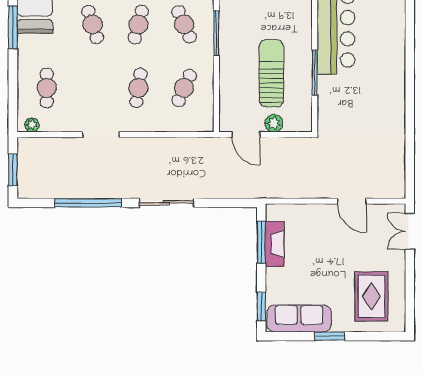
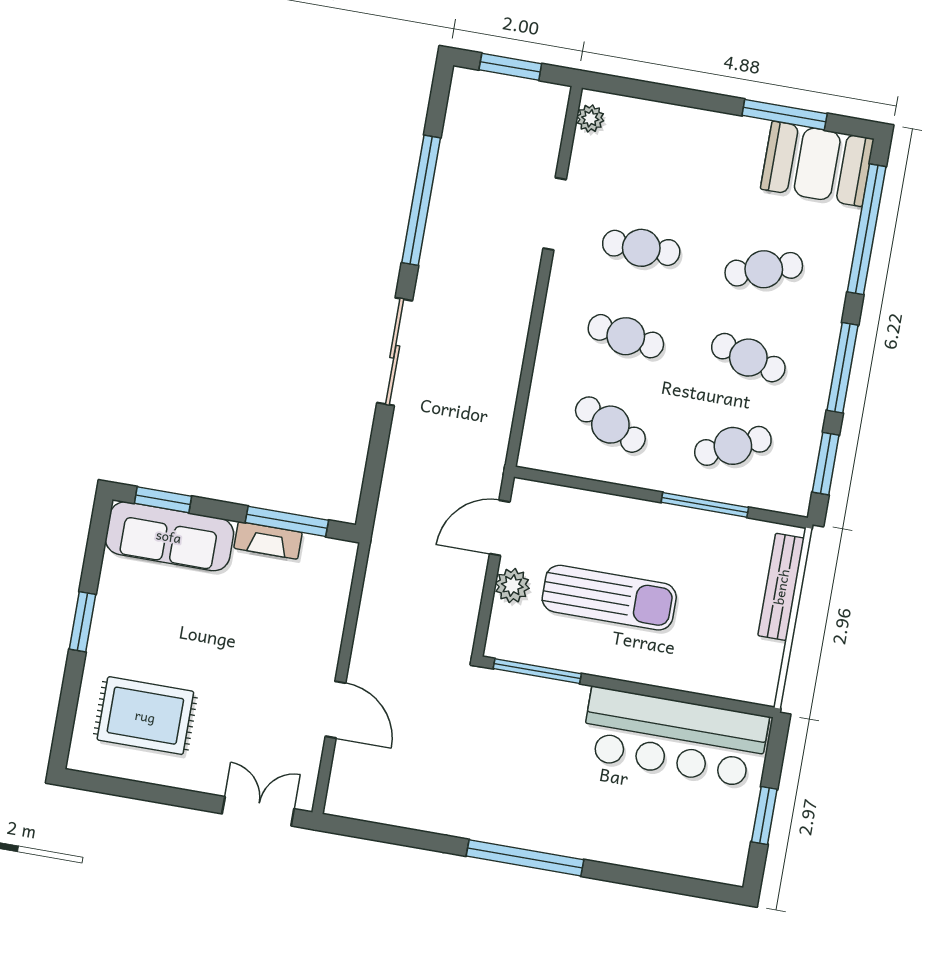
window: (315, 72) -> (537, 671), moved
cafe table: (47, 88) -> (641, 248), moved
window: (410, 93) -> (525, 858), added
doorway: (101, 135) -> (555, 214), moved
door: (352, 201) -> (336, 710), swing flipped
fireplace: (275, 244) -> (268, 540), width x0.73, depth x0.76
sofa: (299, 318) -> (169, 536), moved, turned 90

